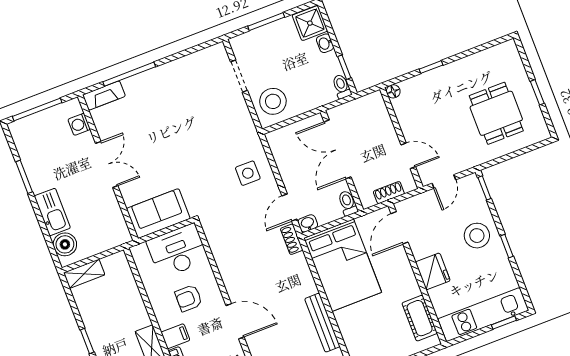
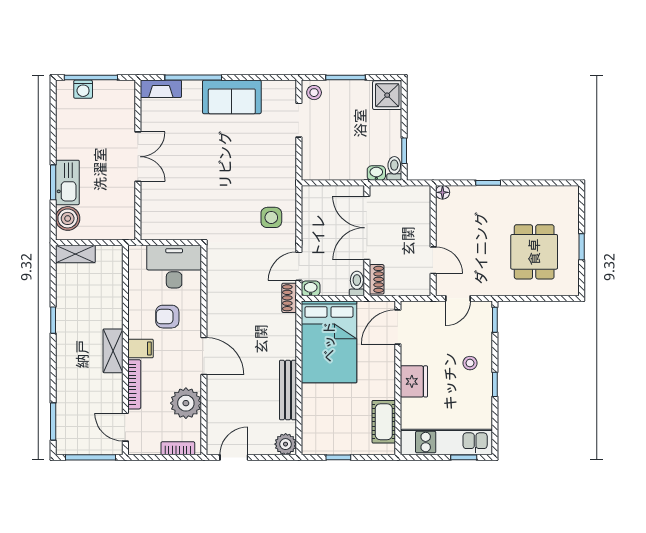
washbasin: (325, 43) -> (376, 173), moved, turned 90
stool: (273, 101) -> (314, 93), moved, width x0.53, depth x0.53
washing machine: (79, 124) -> (83, 89), moved, turned -90
window: (24, 177) -> (53, 182), moved
shoe rack: (389, 193) -> (377, 279), moved, turned 90
sofa: (158, 214) -> (232, 97), moved, turned 180
stool: (477, 236) -> (470, 363), width x0.53, depth x0.53

